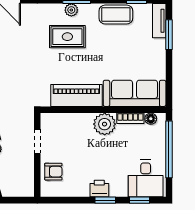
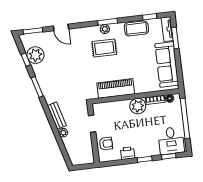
sofa: (135, 93) -> (167, 64), moved, turned -90
printer: (99, 189) -> (128, 153), moved

